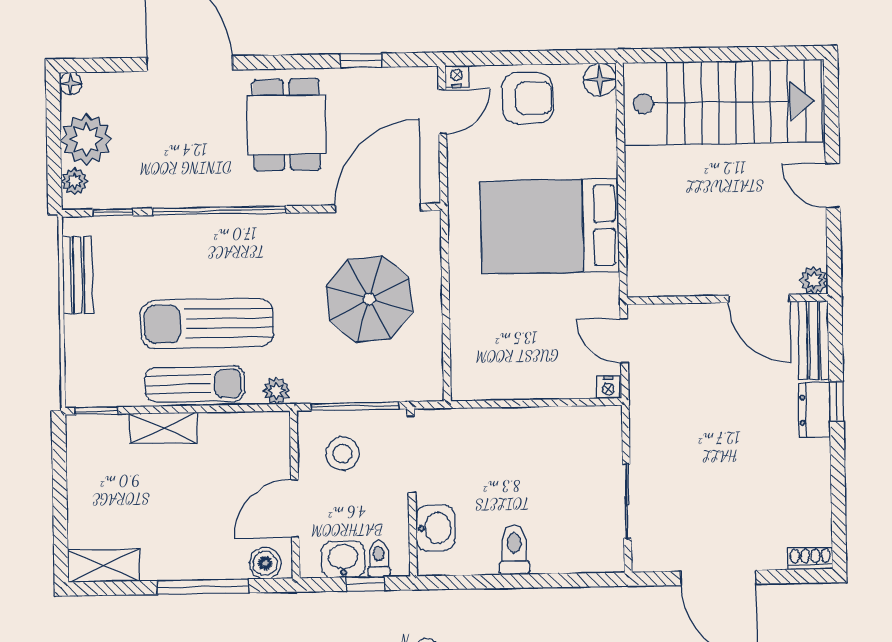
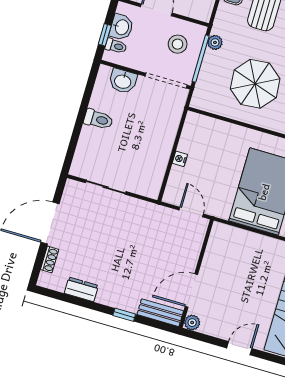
door: (624, 341) -> (191, 212), hinge flipped
nightstand: (608, 387) -> (180, 159), moved
plant: (276, 391) -> (215, 42), moved
dresser: (814, 410) -> (81, 289), moved
shoe rack: (810, 559) -> (50, 259), moved

